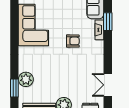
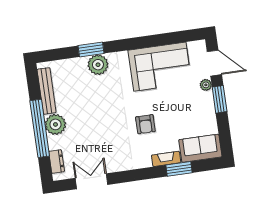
plant: (26, 79) -> (98, 65), moved
window: (14, 88) -> (91, 50), moved

